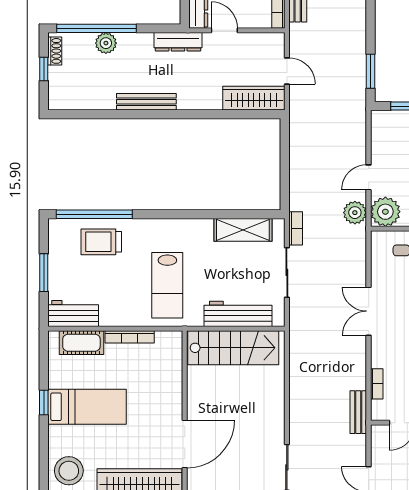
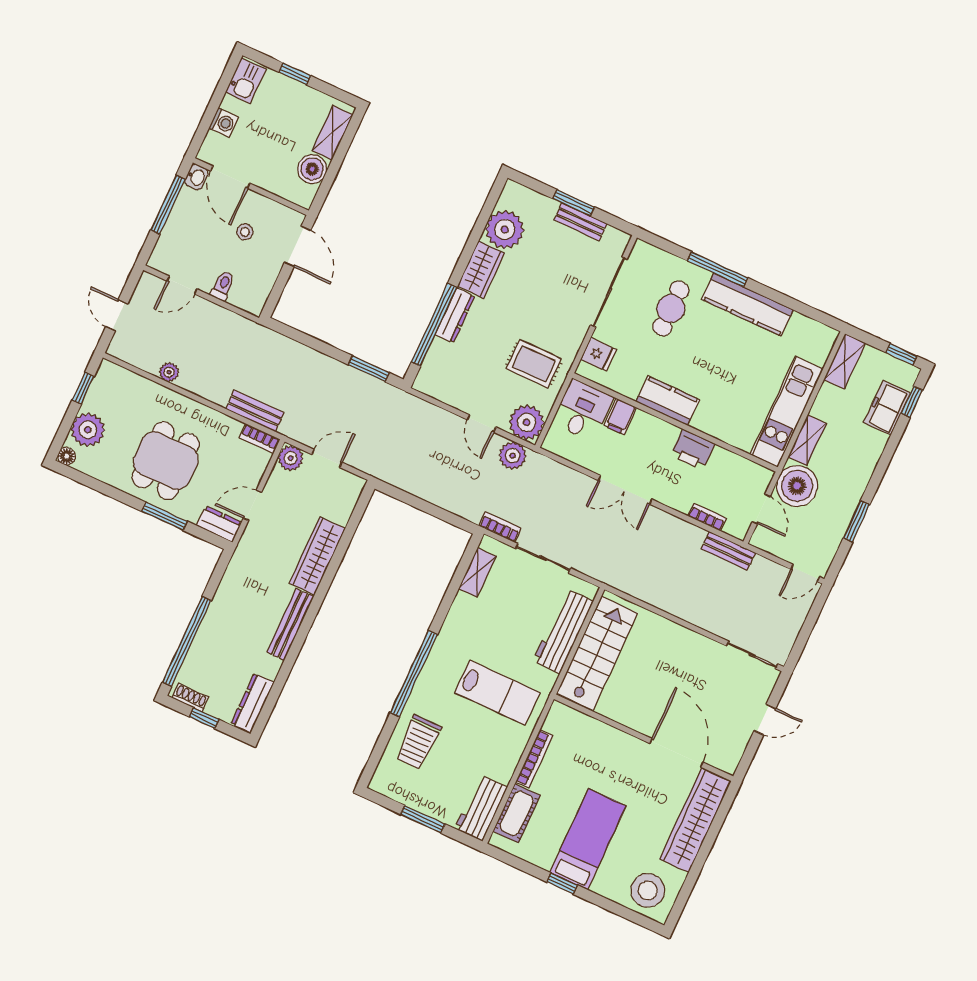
dresser: (178, 42) -> (253, 703), moved, turned 180
plant: (106, 43) -> (291, 458), moved
wardrobe: (254, 98) -> (317, 556), moved
window: (94, 214) -> (414, 674), moved
shelving: (243, 230) -> (477, 572), width x0.67, depth x0.75

